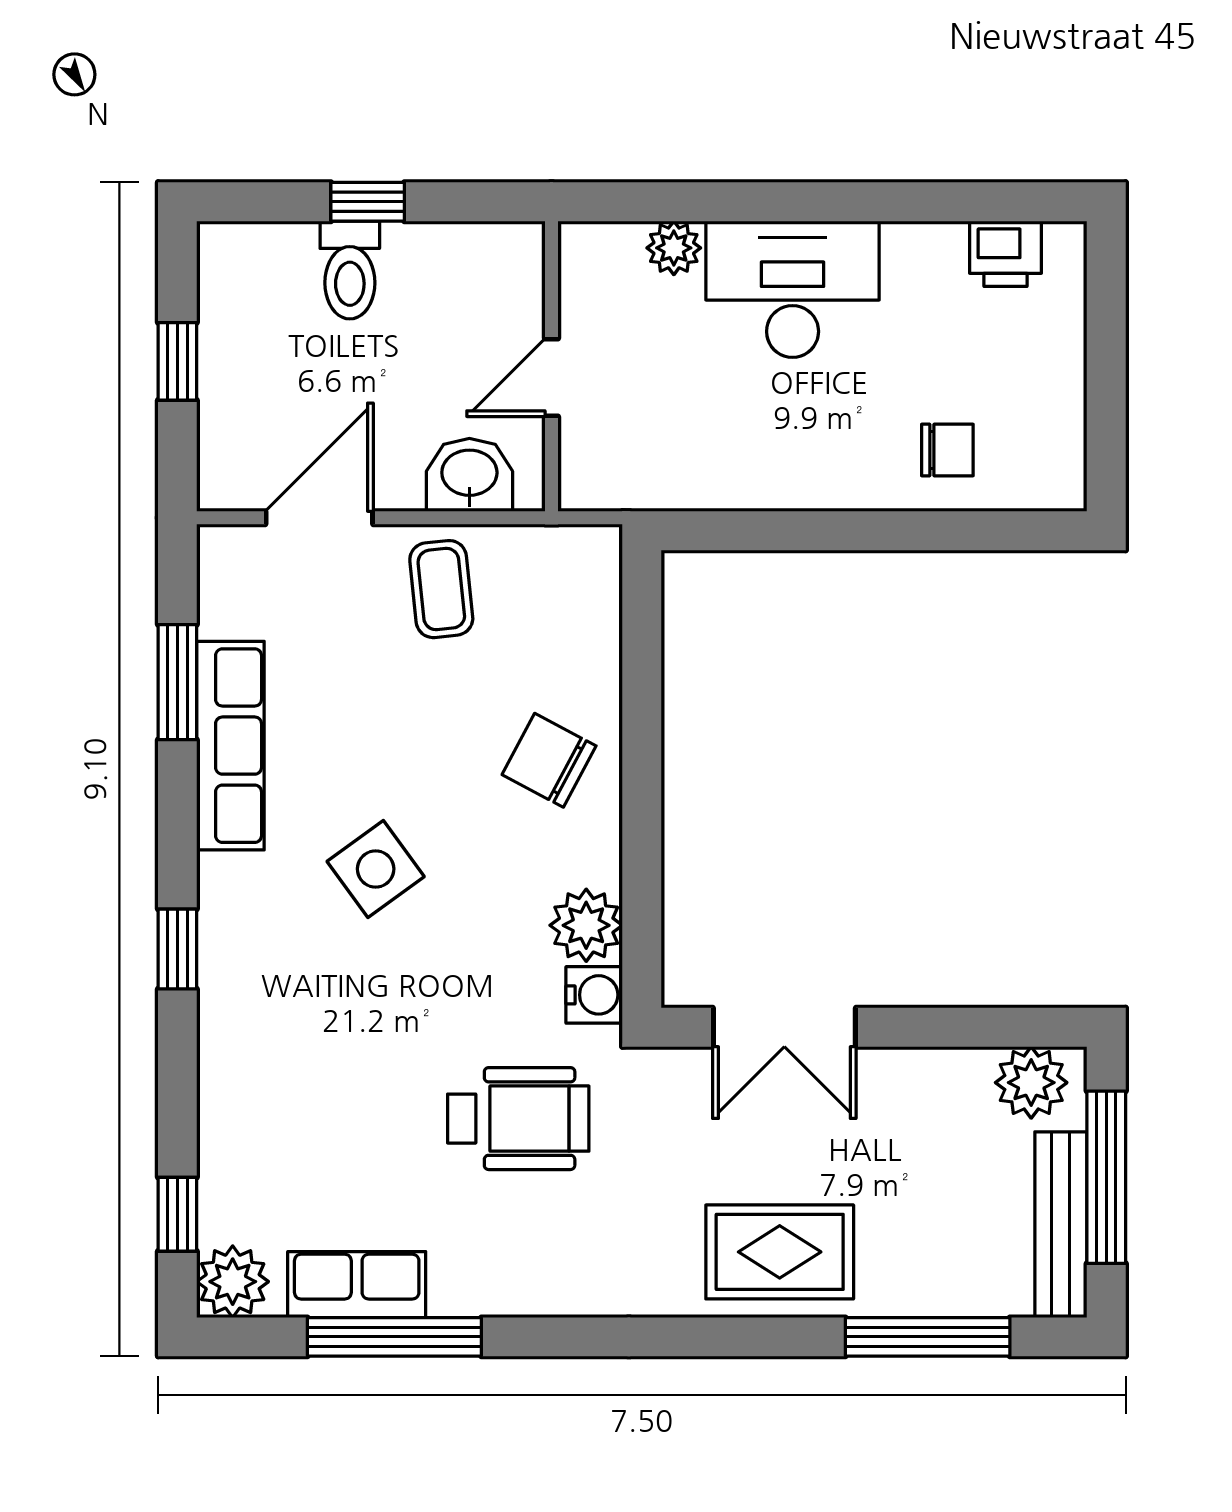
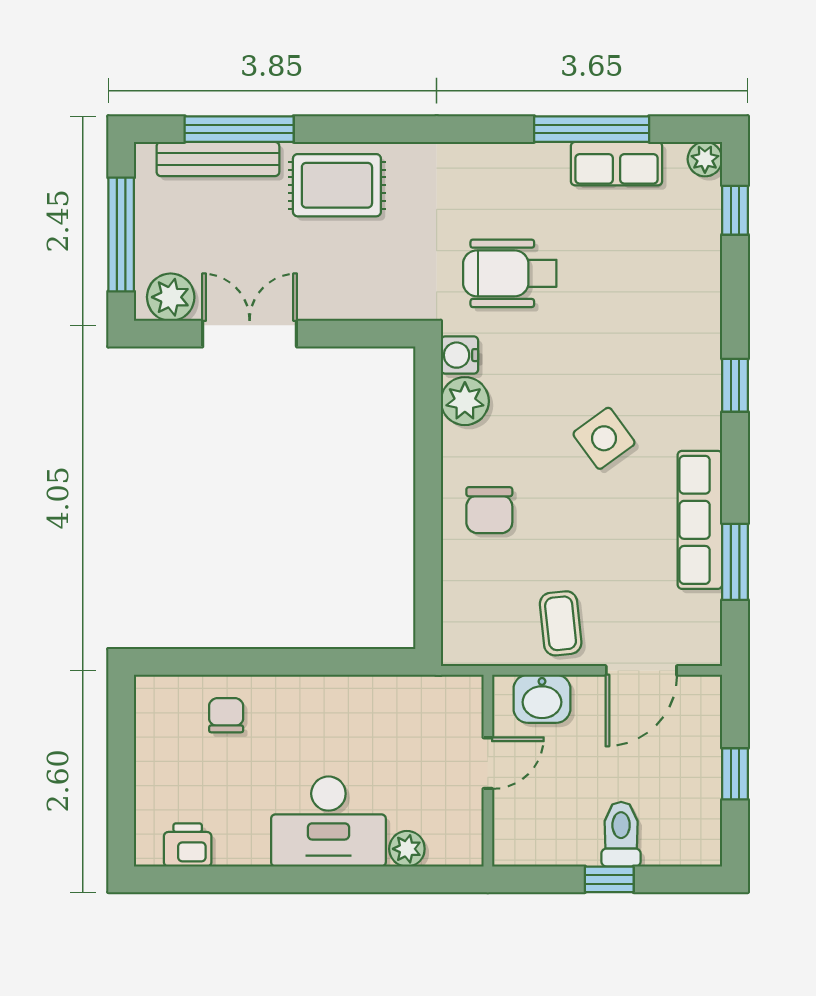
chair: (947, 450) -> (226, 715), turned 90
chair: (549, 760) -> (489, 510), turned 62
double door: (784, 1027) -> (250, 334), moved
bench: (1061, 1225) -> (218, 159), moved, turned 90
plant: (233, 1282) -> (705, 159), width x0.73, depth x0.73

